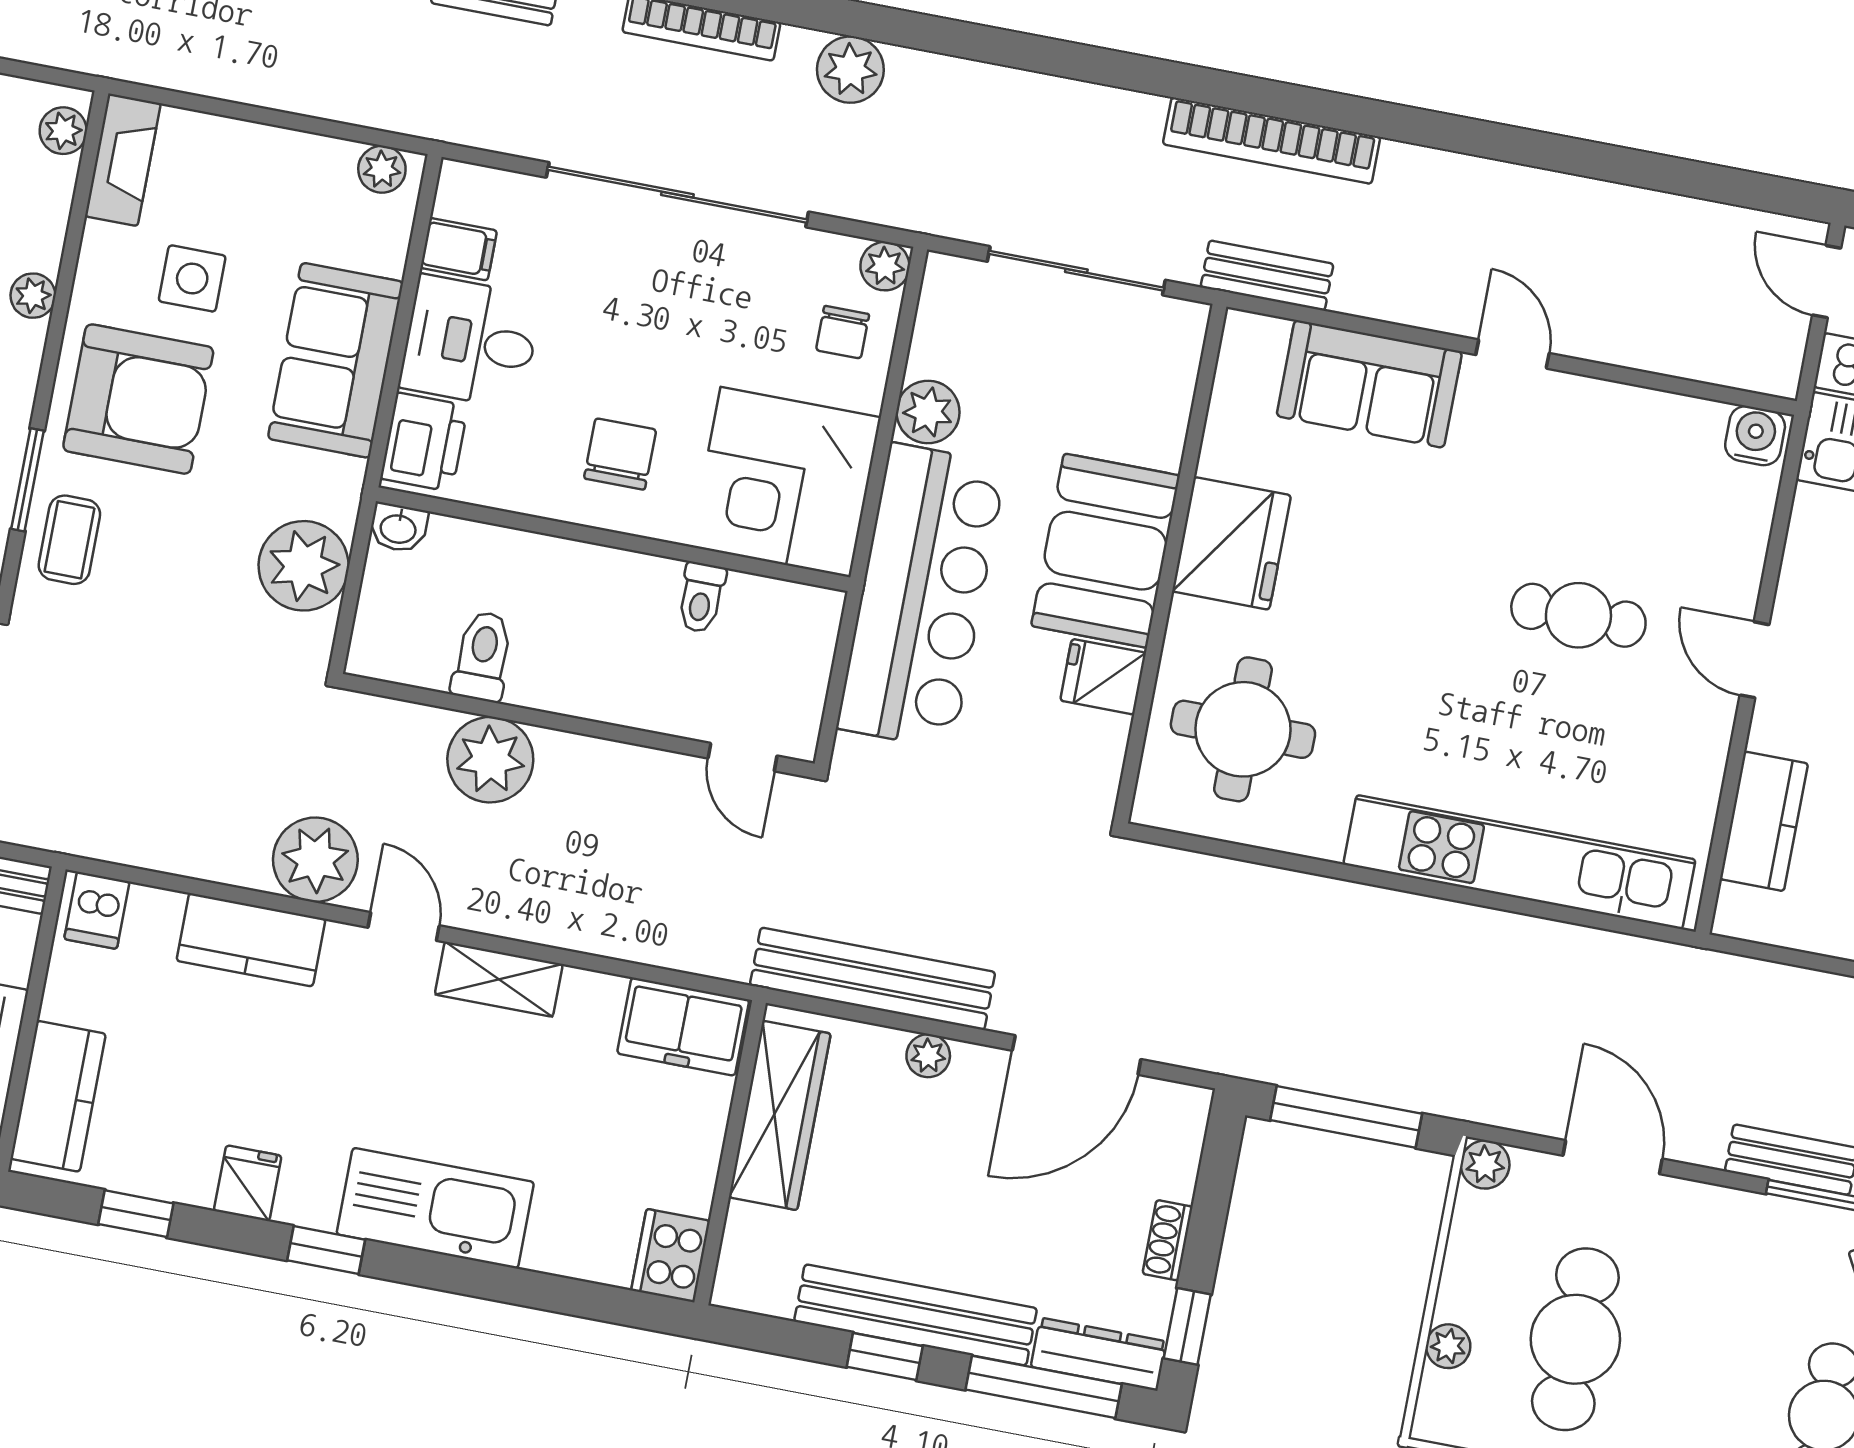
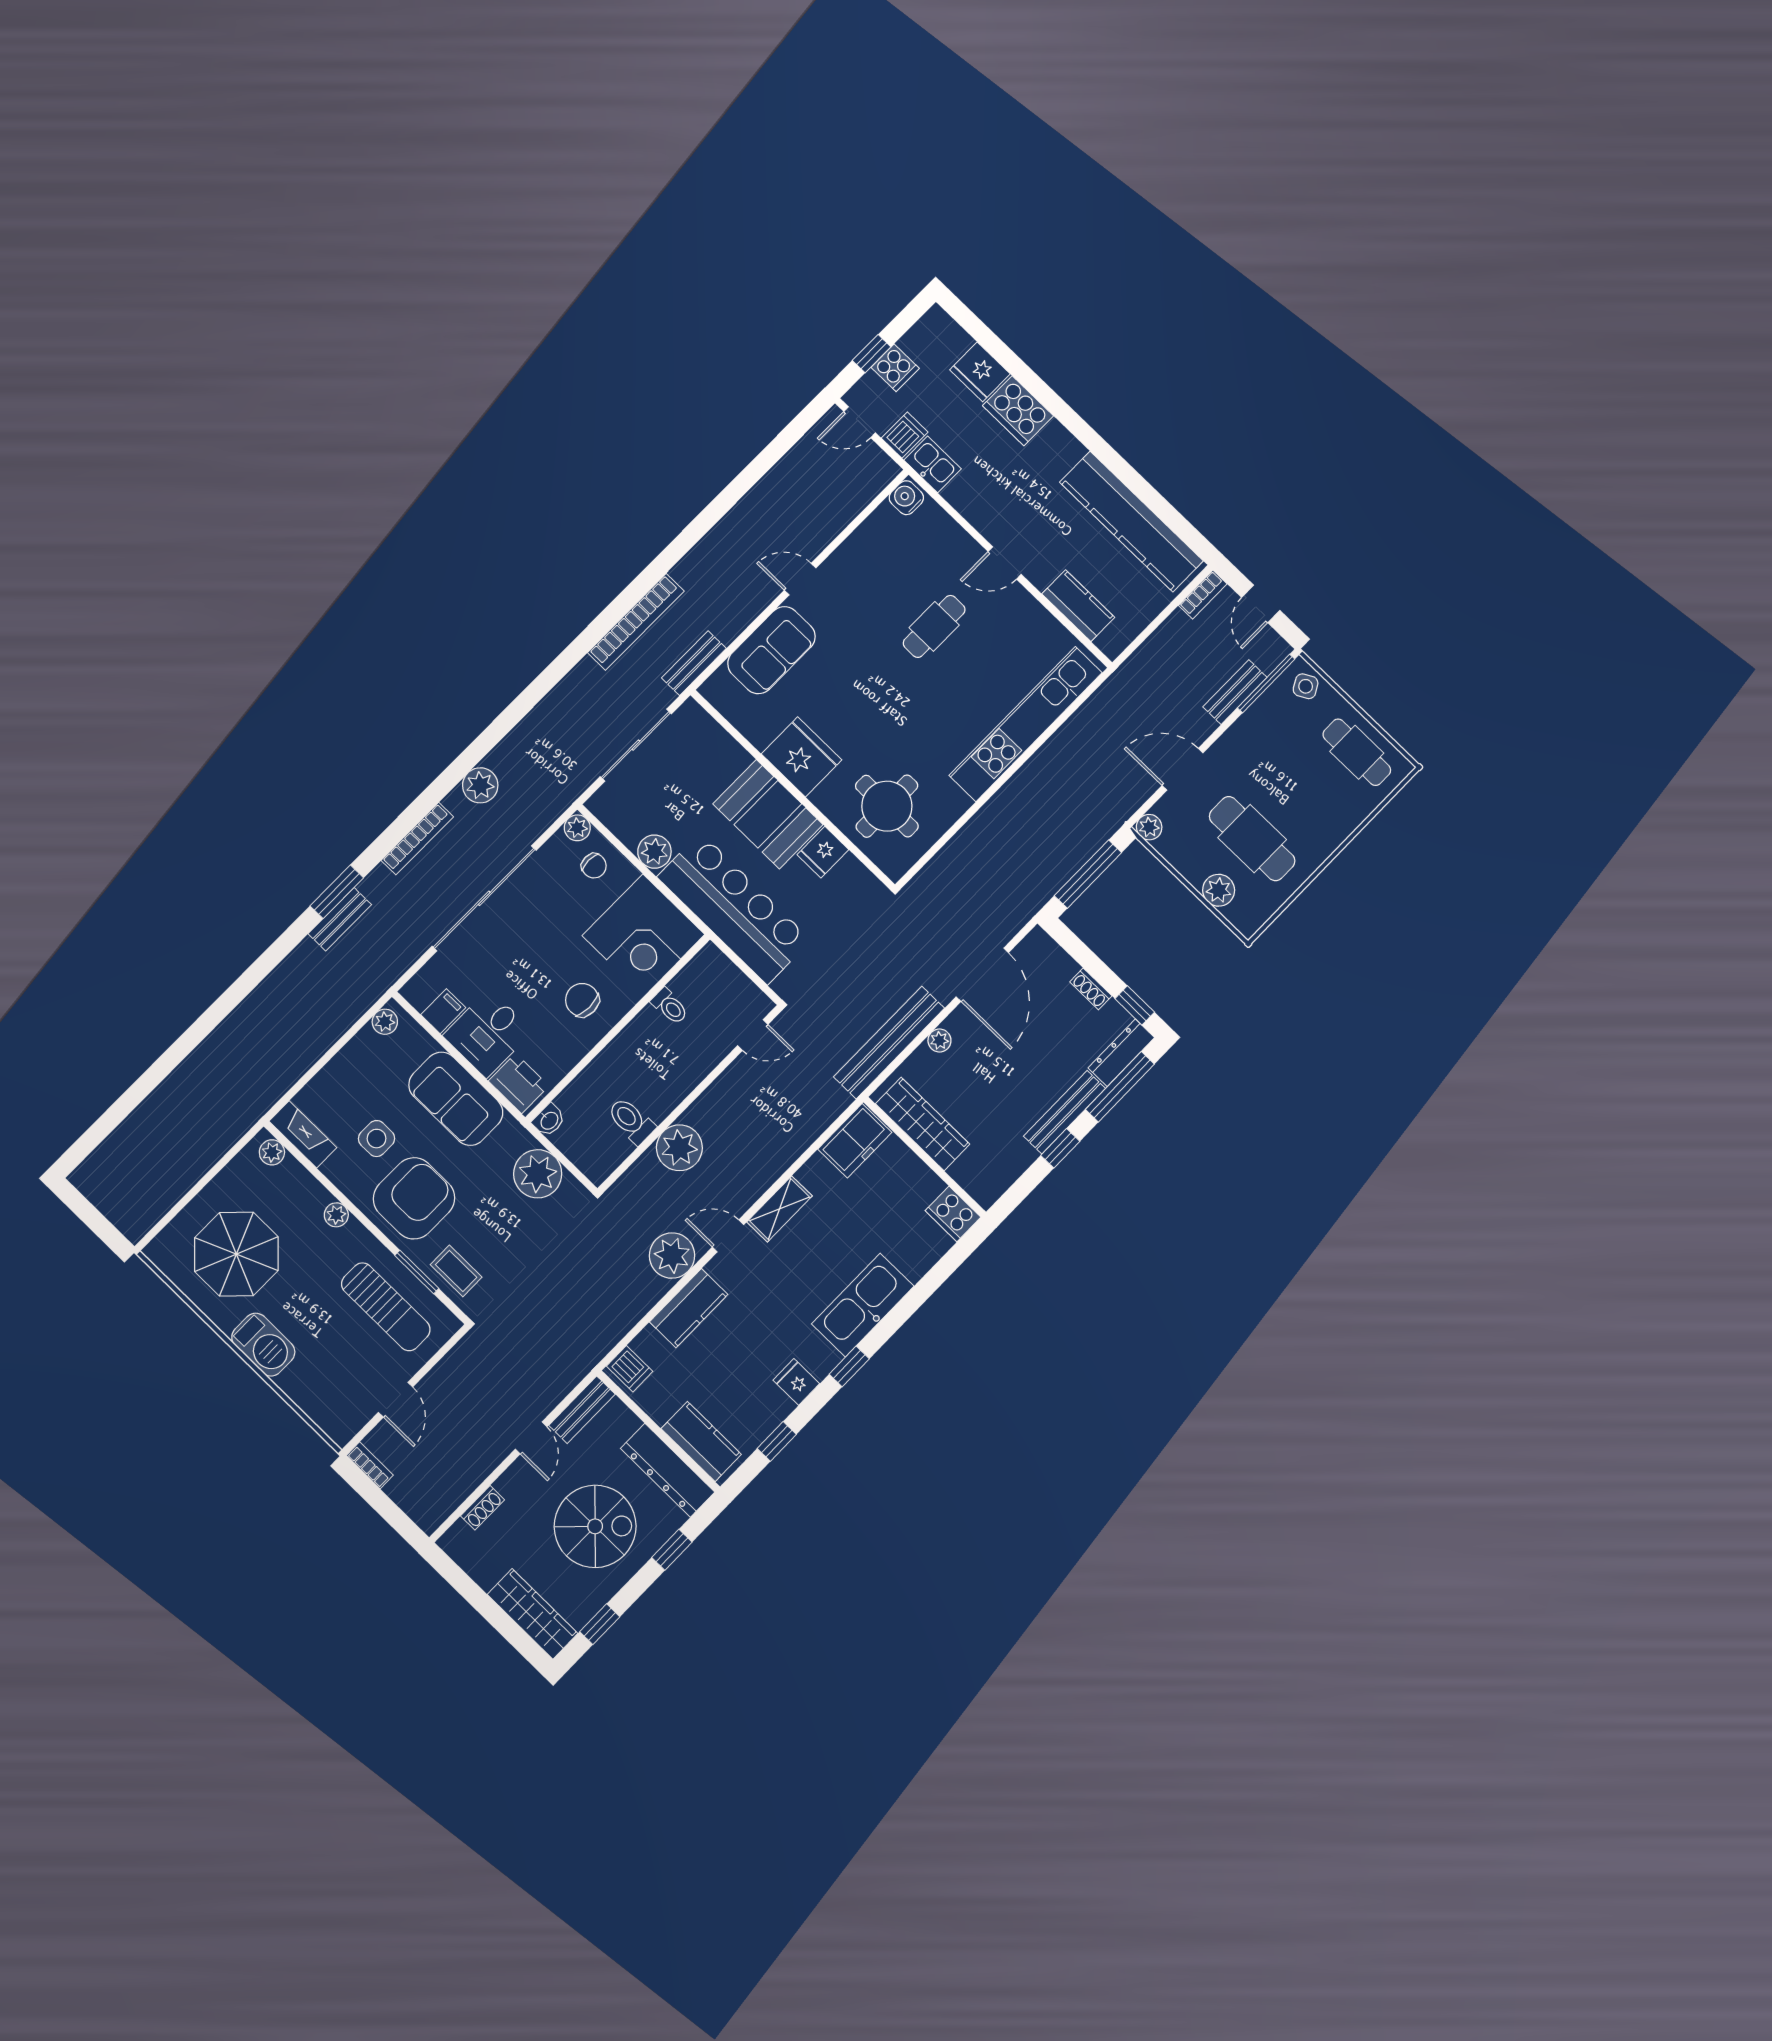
bench: (916, 1315) -> (1064, 1112), width x0.73, depth x0.82
plant: (1448, 1346) -> (1219, 890), width x1.38, depth x1.38

